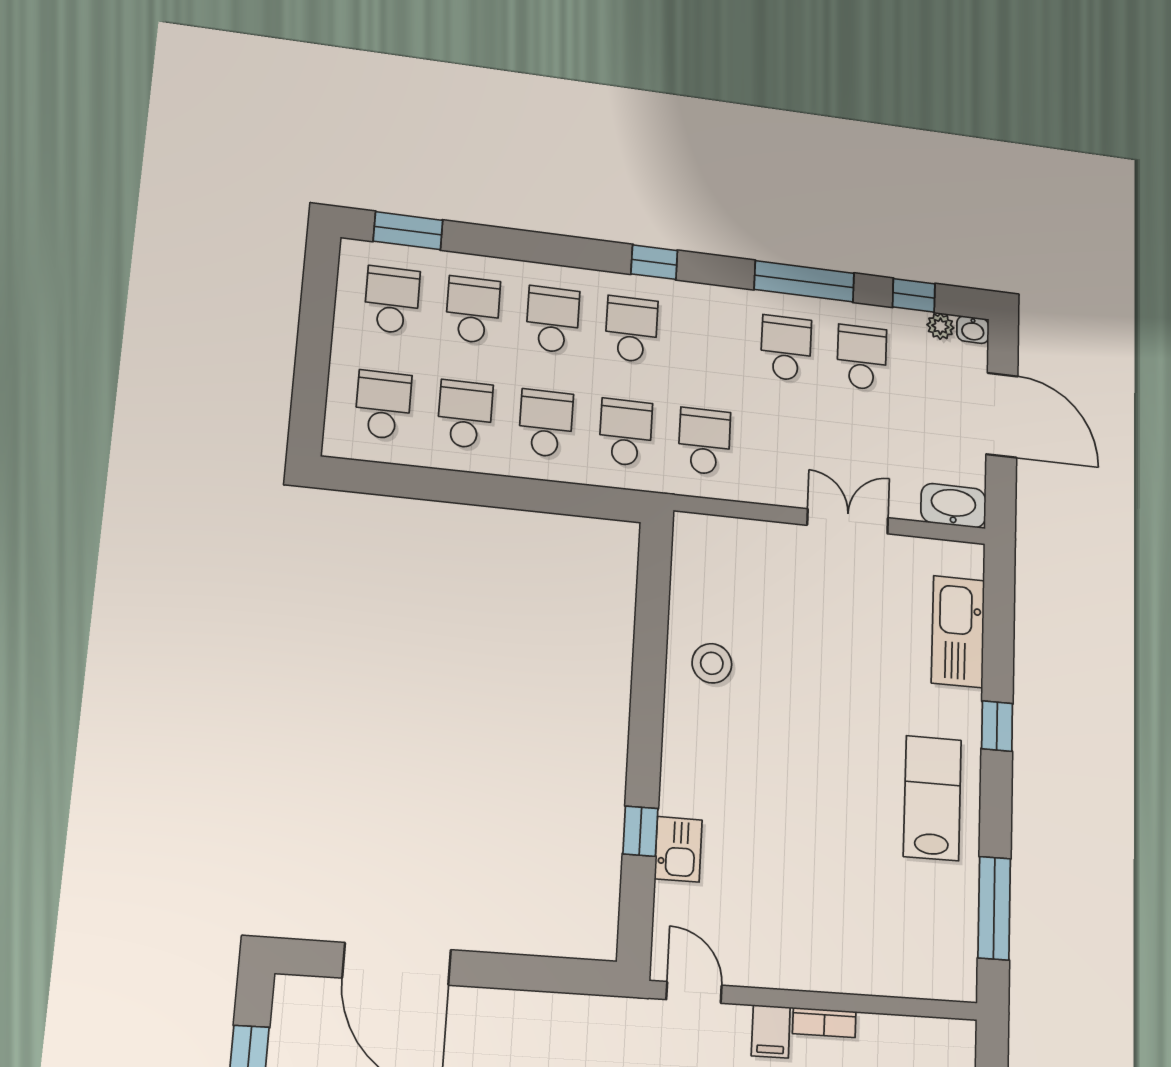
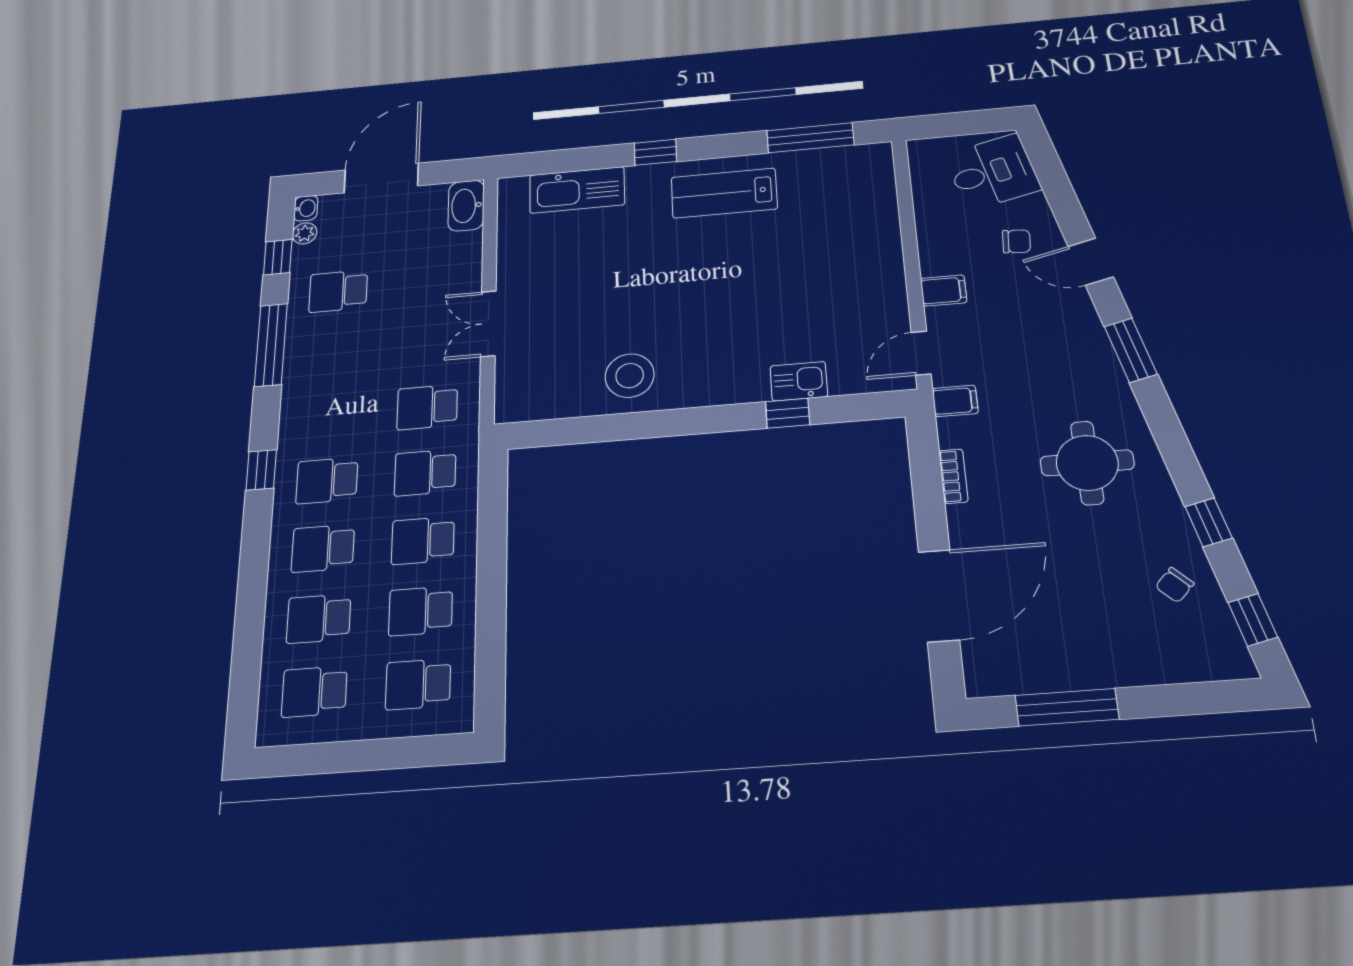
window: (408, 231) -> (244, 687), removed
school desk: (786, 348) -> (335, 352), removed
double door: (848, 521) -> (488, 324), moved
stool: (712, 663) -> (630, 376), width x1.38, depth x1.38
filing cabinet: (629, 1021) -> (955, 401), added
bookcase: (824, 1023) -> (953, 476), moved

